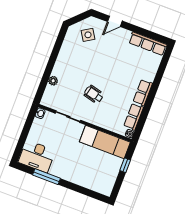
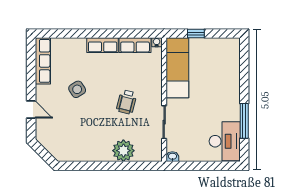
side table: (88, 35) -> (77, 89), moved
plant: (53, 81) -> (123, 151), width x1.87, depth x1.87

